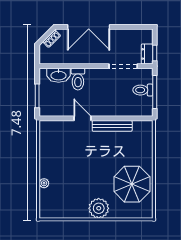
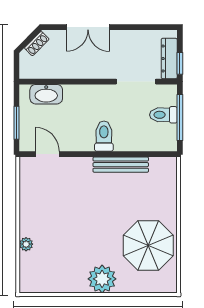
double door: (89, 27) -> (88, 27), width x0.73
dresser: (147, 54) -> (169, 59), width x1.44
toilet: (78, 79) -> (104, 136), moved, turned 180
door: (82, 118) -> (47, 154), moved

